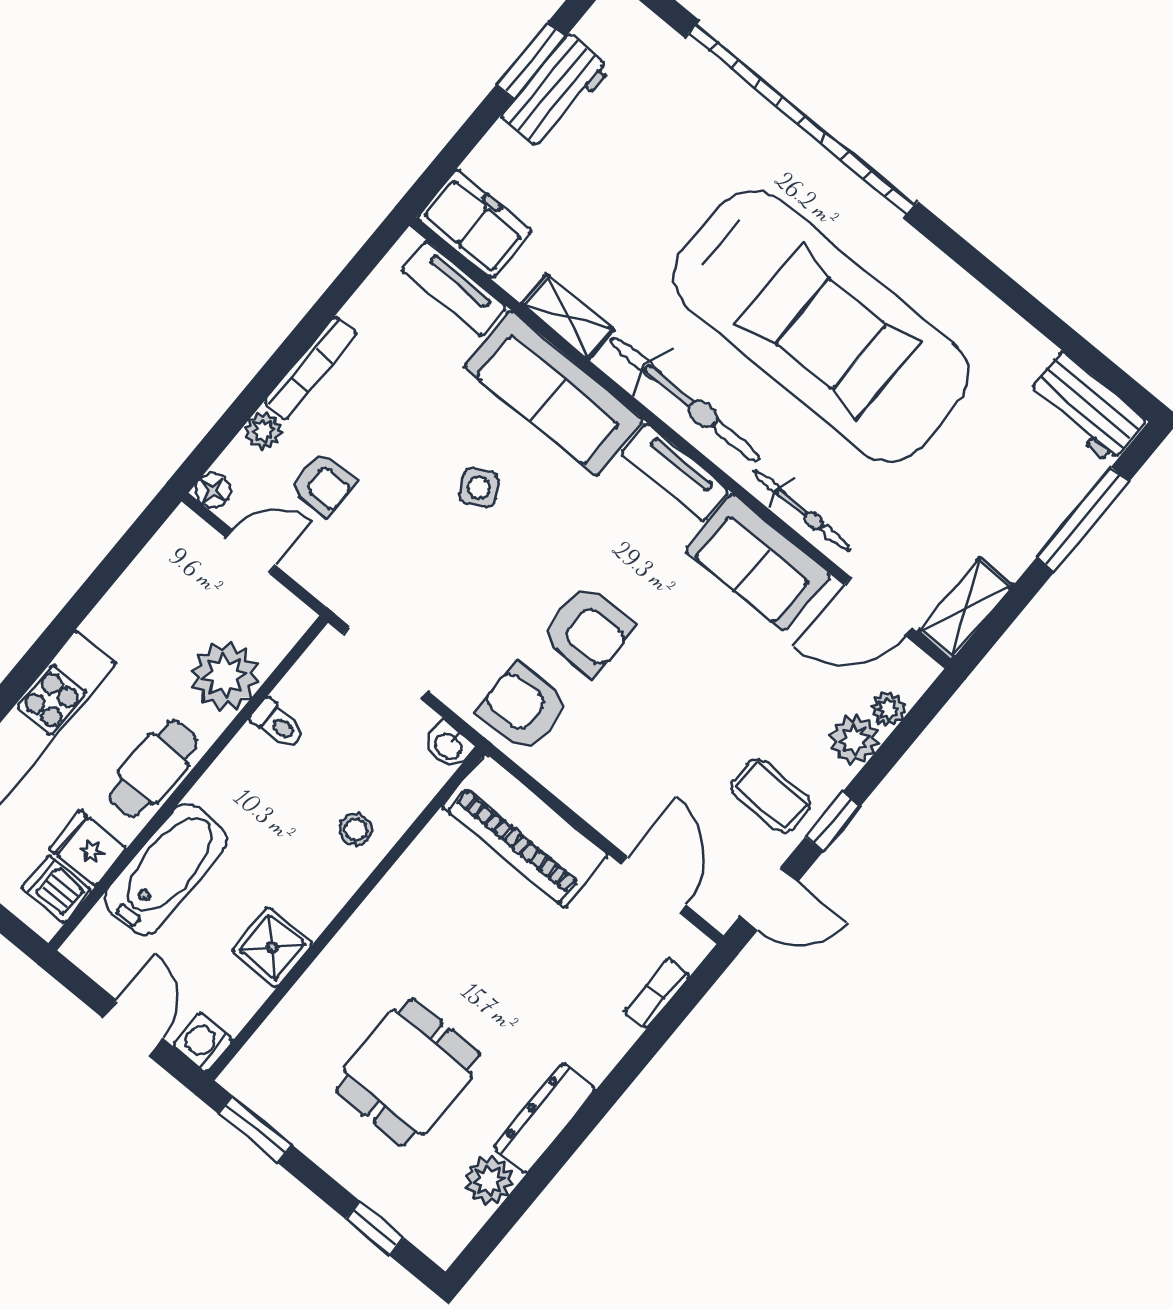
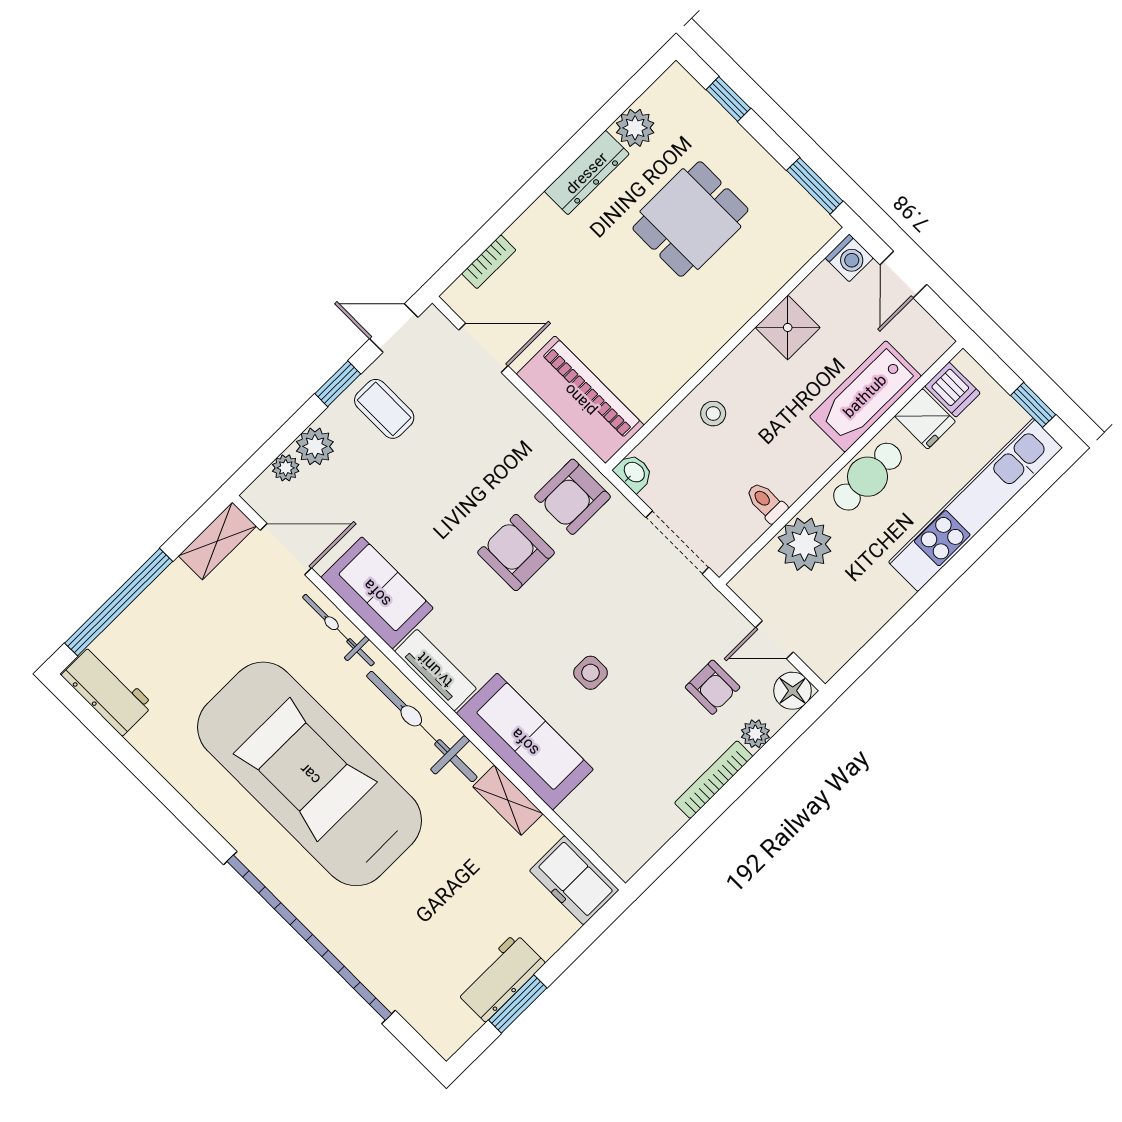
tv unit: (454, 289) -> (595, 831), removed
armchair: (323, 484) -> (713, 687), turned 180
side table: (479, 488) -> (591, 673), turned 30
floor lamp: (213, 490) -> (793, 691), width x1.37, depth x1.37
window: (1083, 519) -> (119, 602), width x1.46
armchair: (523, 708) -> (573, 497), turned 90
door: (653, 885) -> (483, 348), swing flipped

